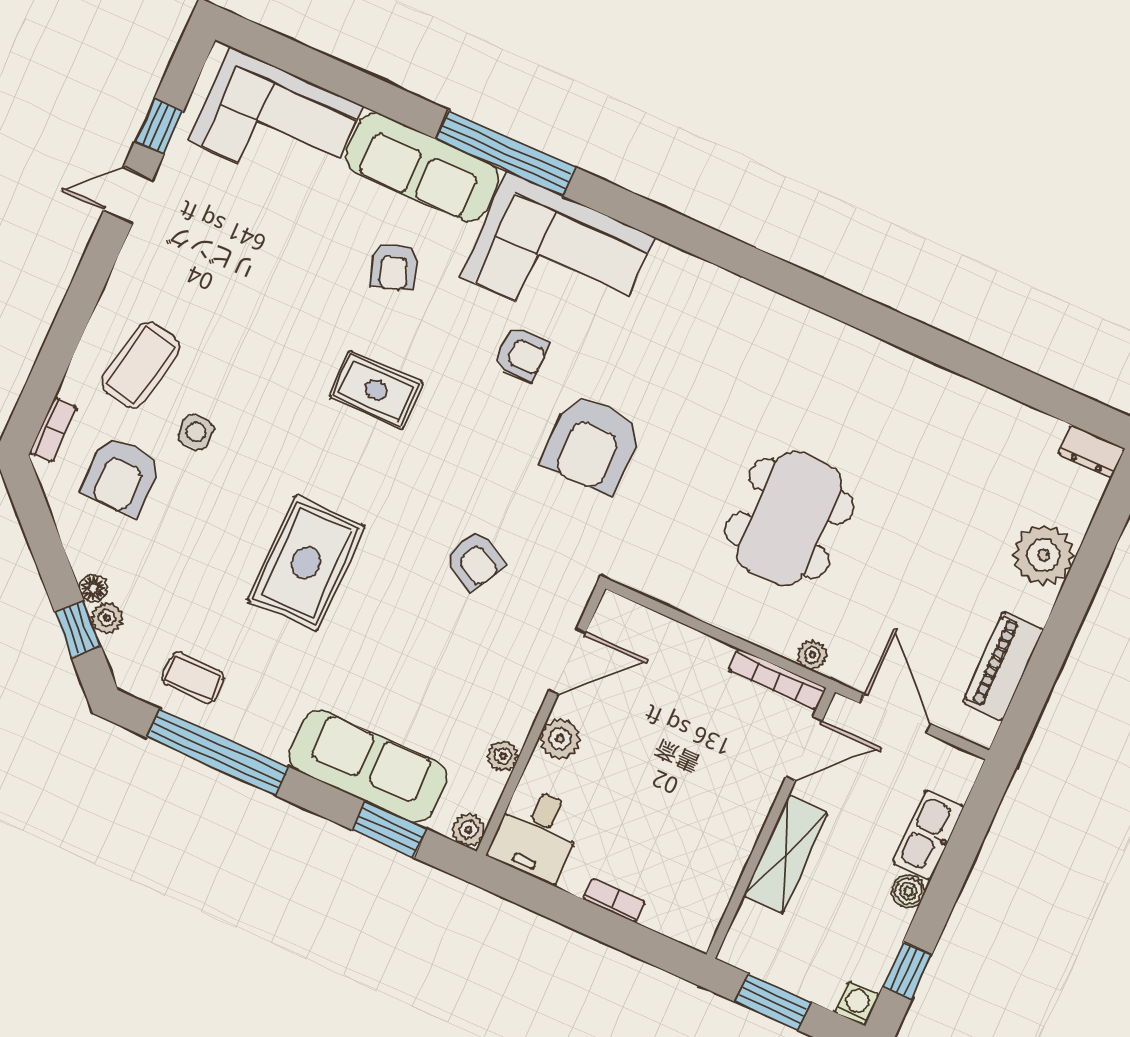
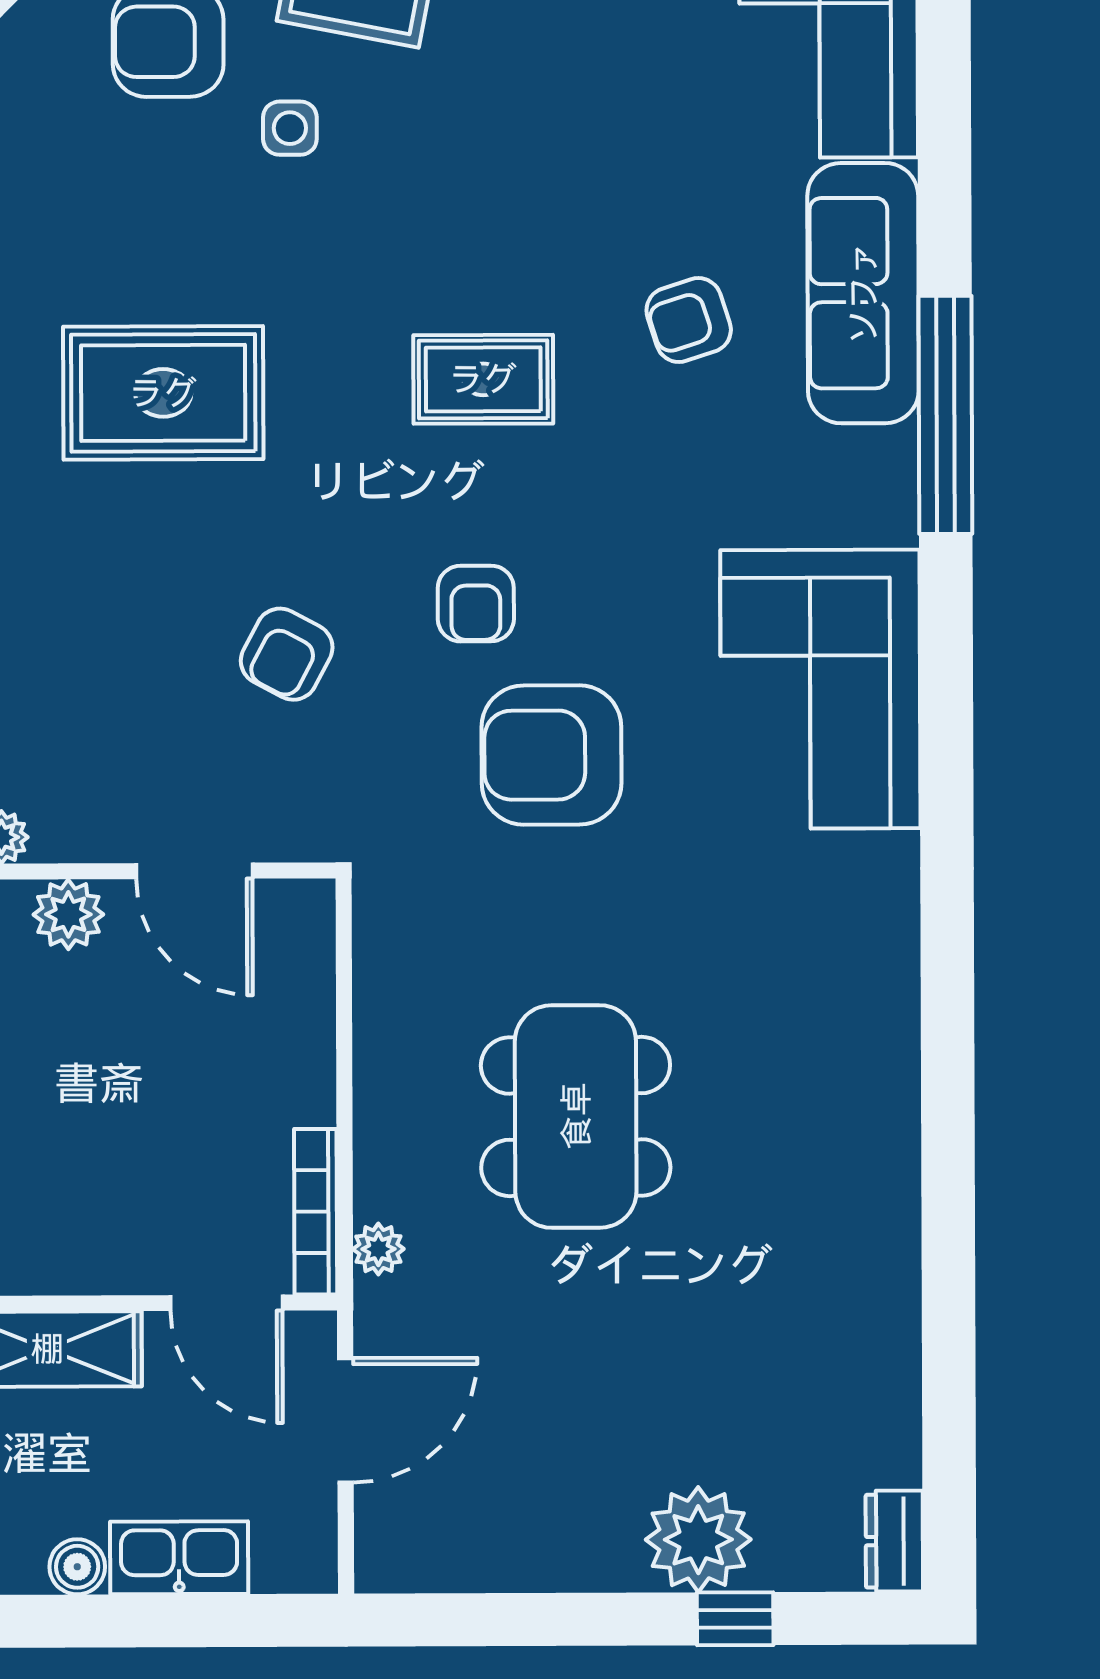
corner sofa: (557, 257) -> (820, 689), moved
armchair: (521, 354) -> (476, 604), moved
rug: (376, 390) -> (483, 379), turned 90
dining table: (789, 518) -> (576, 1116), turned 90
window: (1094, 555) -> (735, 1619), added
piano: (1003, 666) -> (496, 1555), removed

